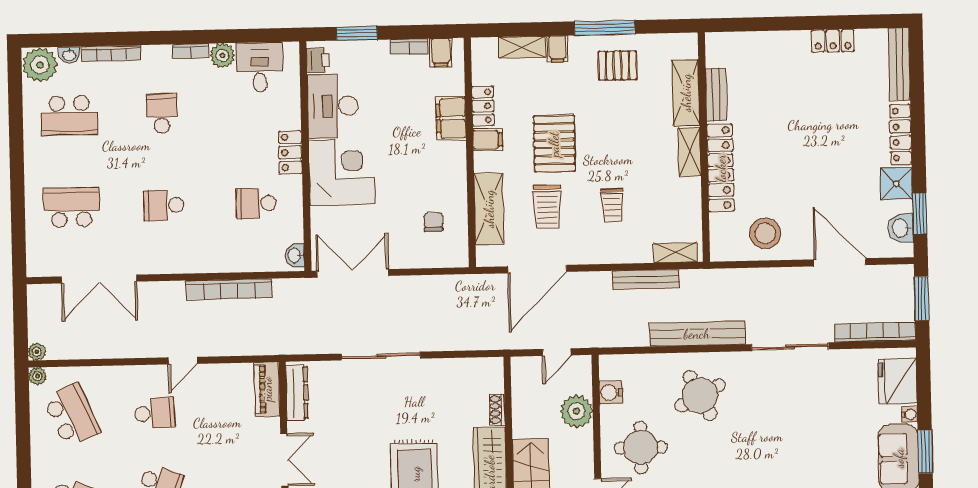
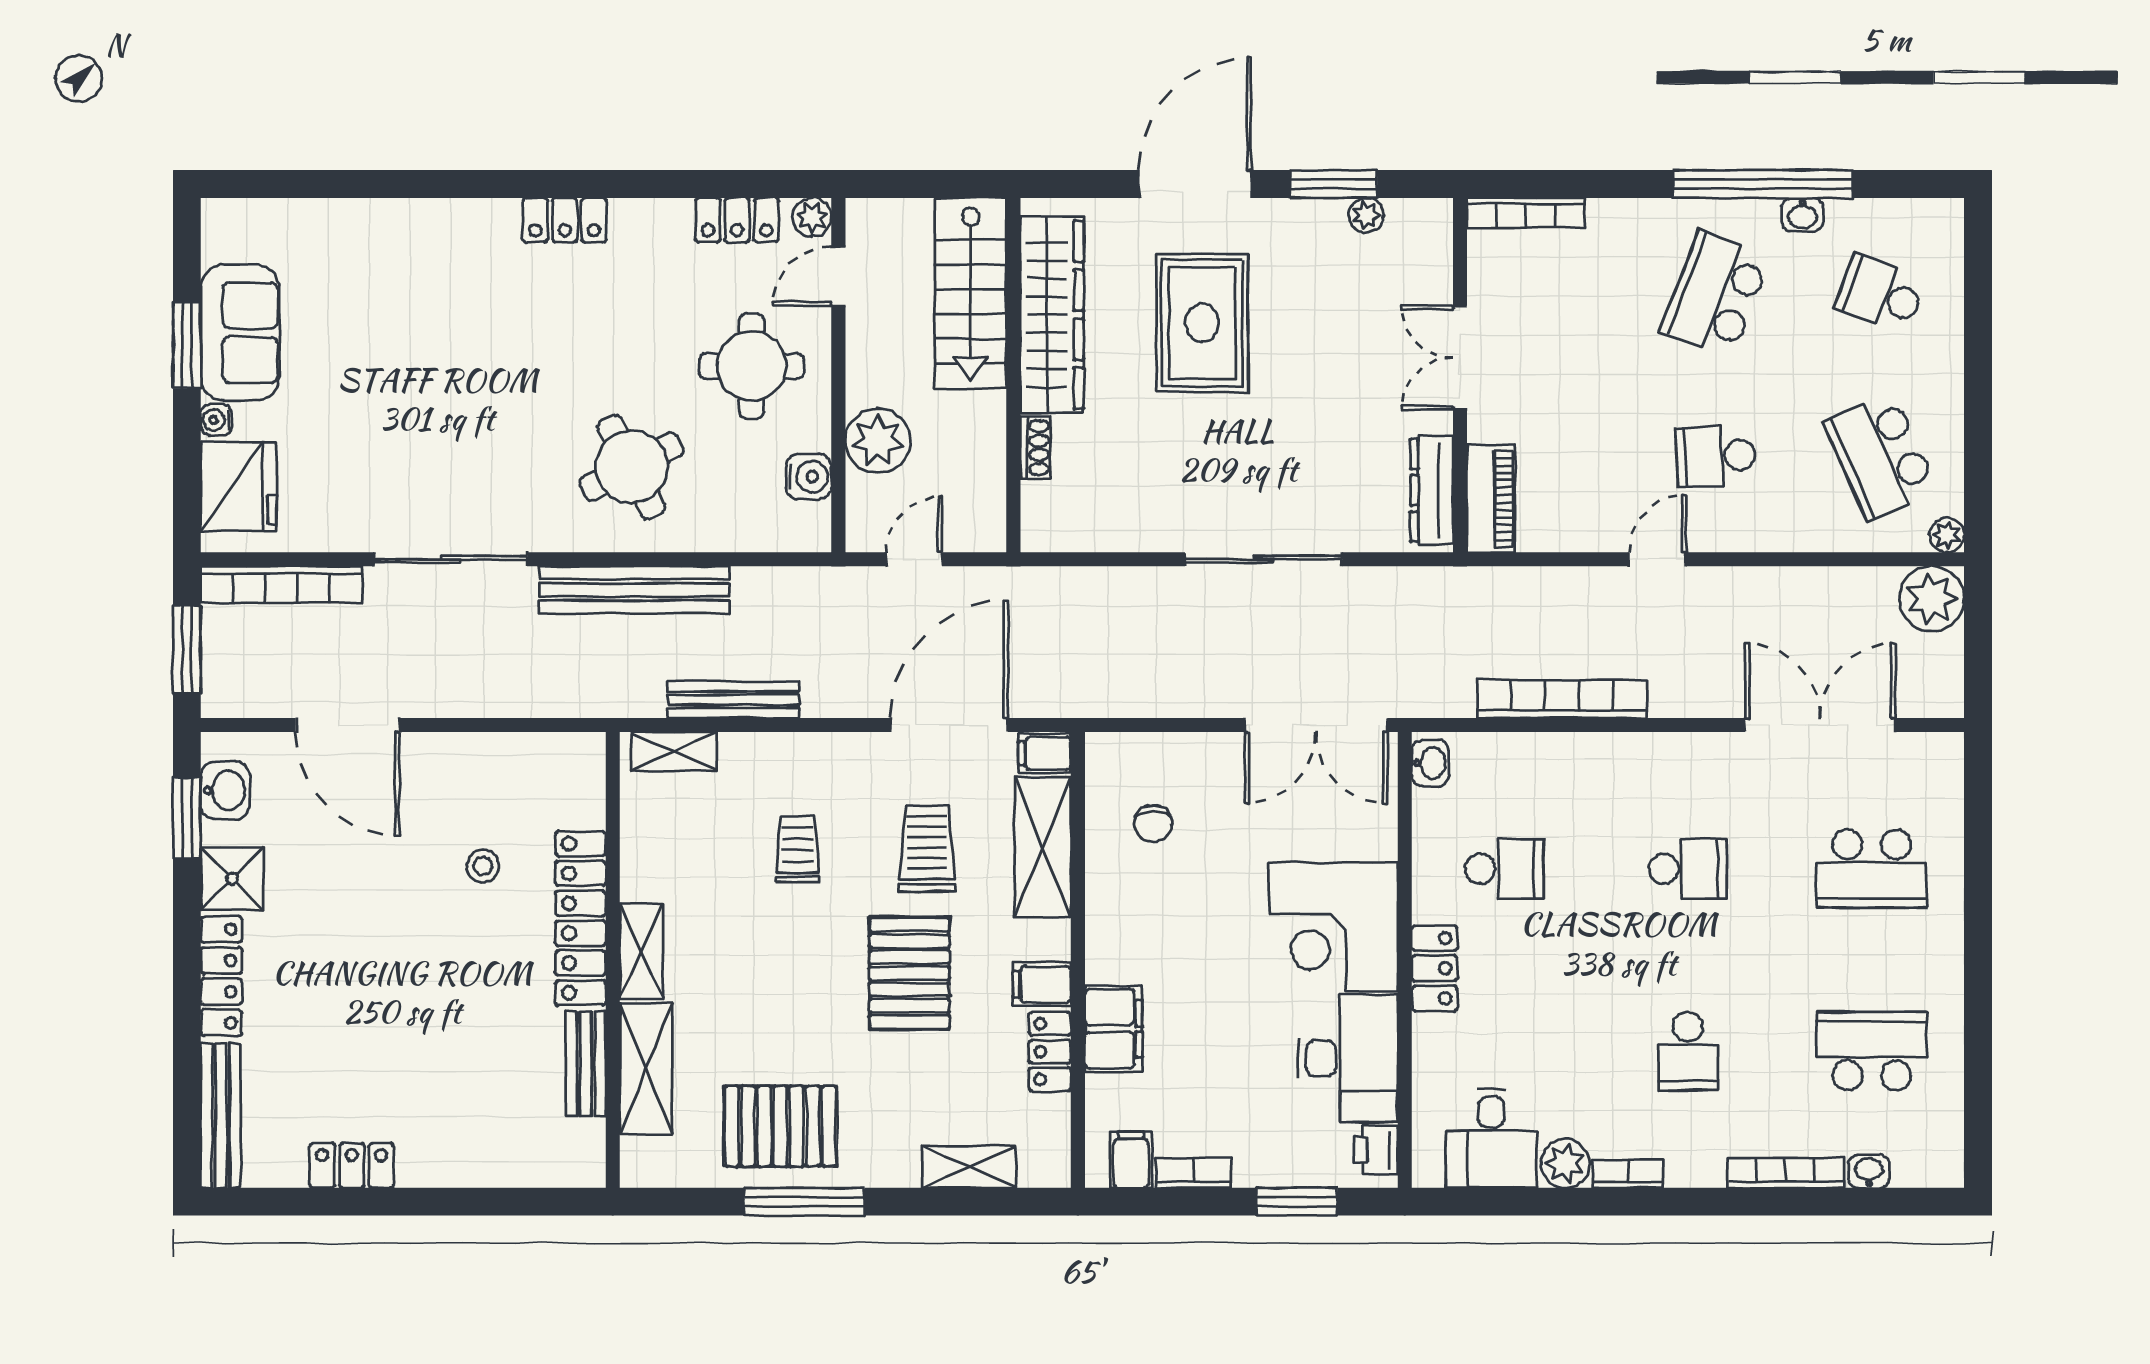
filing cabinet: (557, 49) -> (1045, 753), moved, turned -90
plant: (40, 65) -> (1928, 1153), removed
pallet: (618, 65) -> (780, 1126), width x1.50, depth x1.42
stool: (765, 233) -> (483, 866), moved, width x0.53, depth x0.53
plant: (37, 352) -> (1932, 599), width x1.88, depth x1.88

